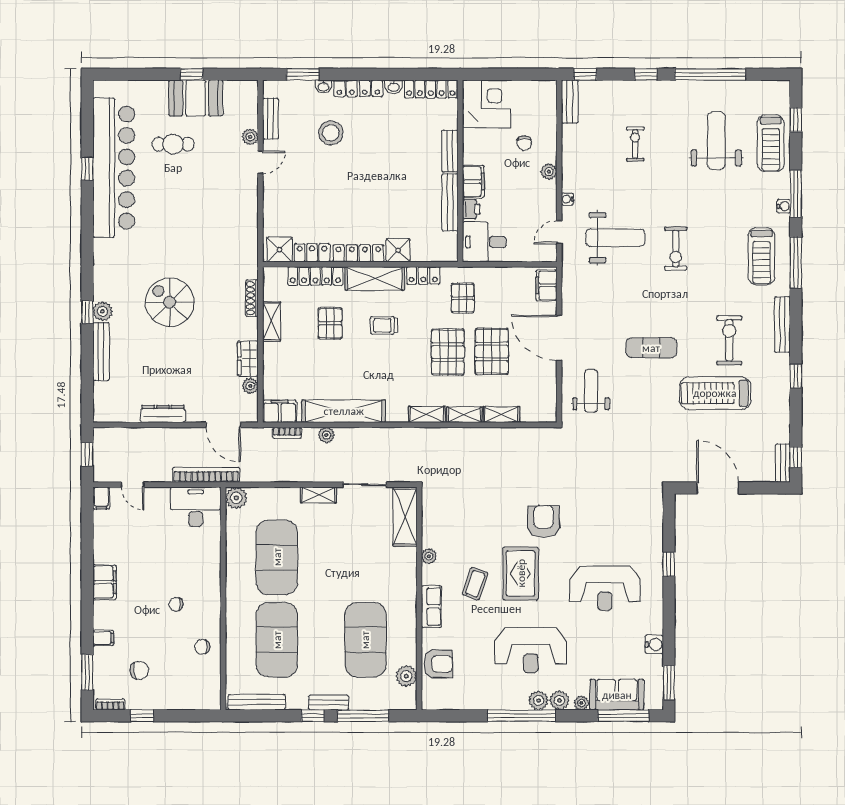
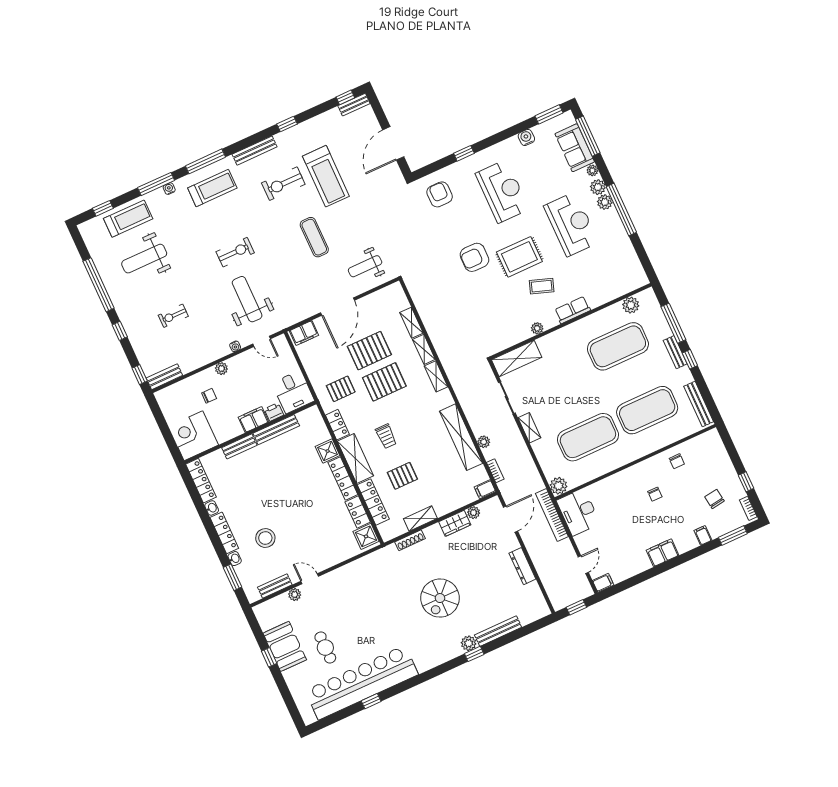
filing cabinet: (280, 411) -> (485, 489), width x0.50
armchair: (438, 664) -> (440, 194), moved

